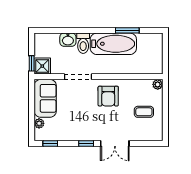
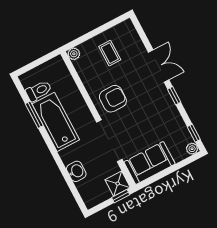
toilet: (83, 43) -> (39, 91), moved
doorway: (78, 77) -> (109, 141), width x1.36
plant: (39, 123) -> (192, 149), moved

